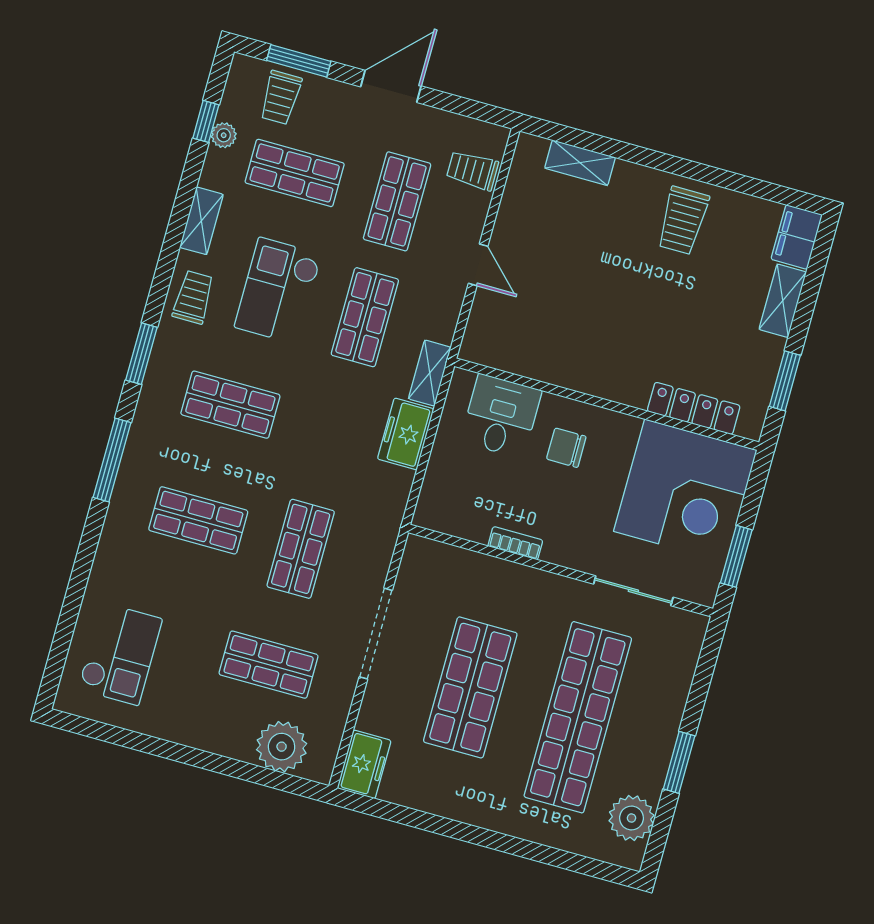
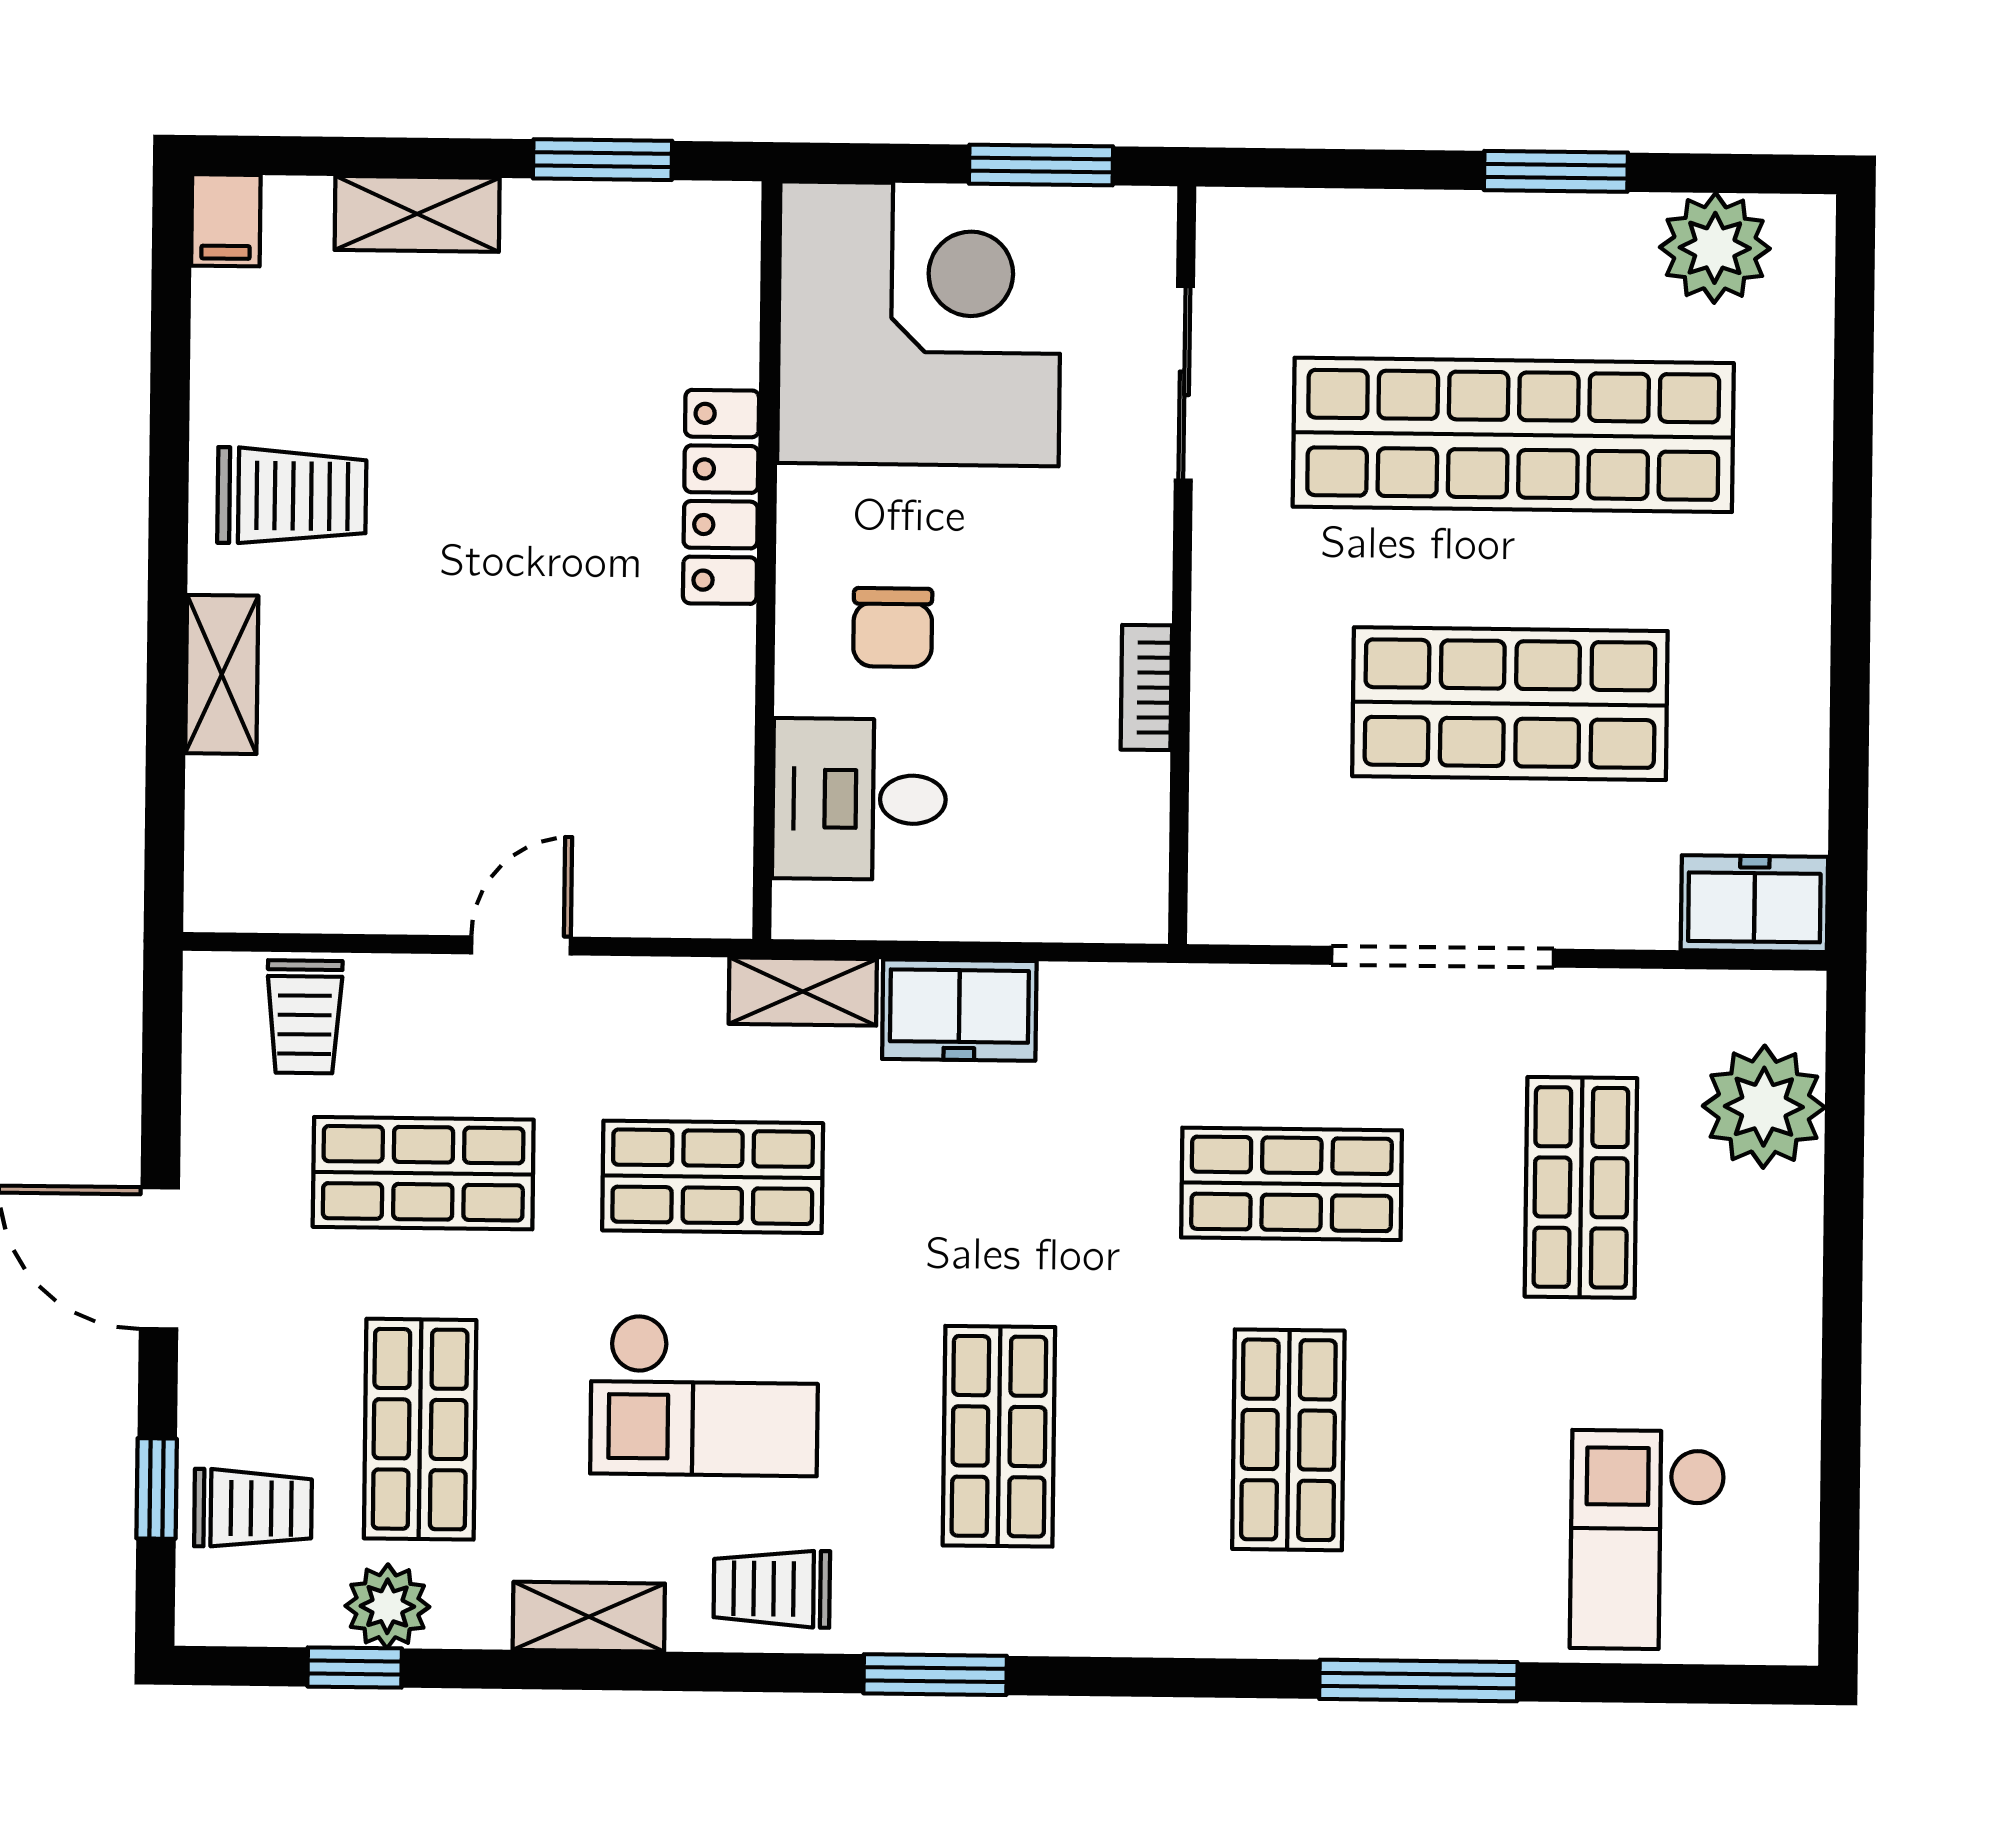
window: (299, 61) -> (157, 1489), width x0.67
plant: (224, 135) -> (387, 1606), width x1.38, depth x1.38
shelving: (580, 163) -> (222, 674), moved
filing cabinet: (797, 237) -> (226, 220), width x0.50
locker: (694, 408) -> (721, 497), moved
window: (112, 460) -> (1418, 1681), moved
checkout: (120, 654) -> (1648, 1540), turned -90

